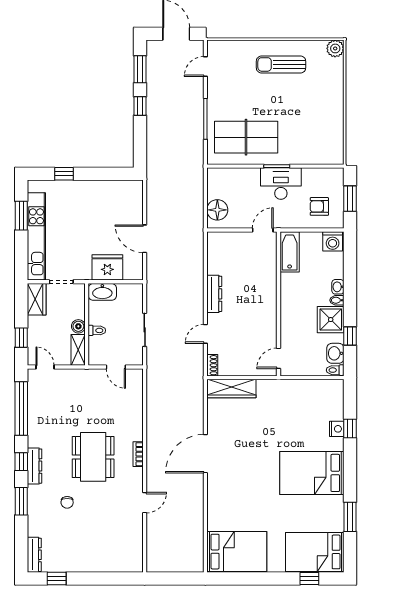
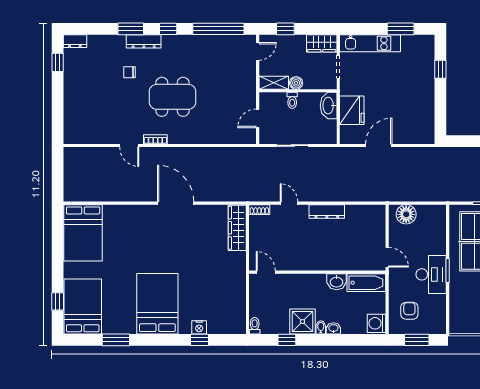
kitchen unit: (36, 236) -> (370, 43), width x0.73
washbasin: (335, 353) -> (337, 282), moved, turned 180
bookcase: (138, 454) -> (155, 139), moved
dresser: (34, 466) -> (144, 41), moved
dresser: (34, 555) -> (75, 41), width x0.70

